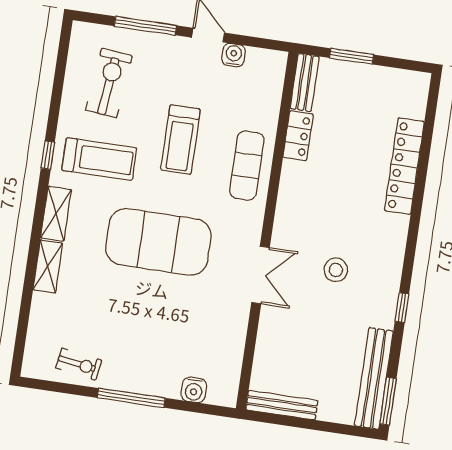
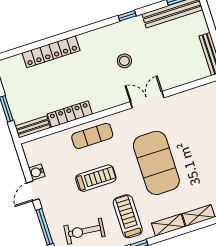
locker: (298, 136) -> (70, 114), width x1.53

